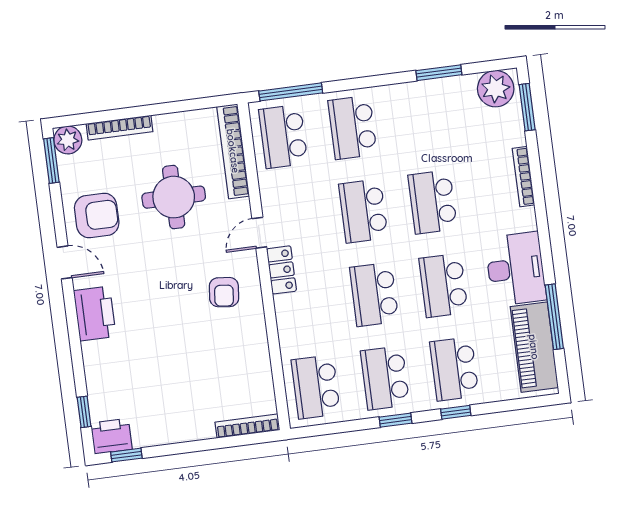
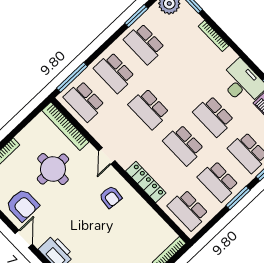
school desk: (433, 202) -> (144, 44), moved
armchair: (97, 215) -> (23, 205), turned 90
door: (65, 262) -> (24, 239), hinge flipped
locker: (281, 270) -> (146, 182), moved, width x1.53
window: (396, 420) -> (238, 198), width x1.50

